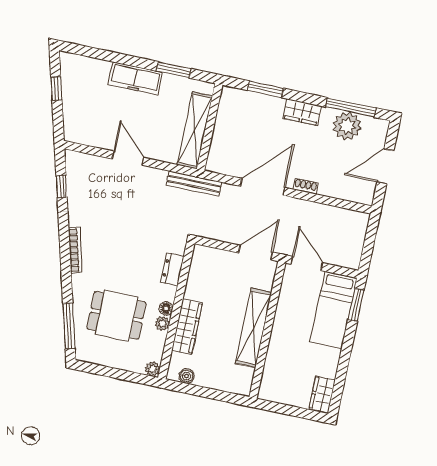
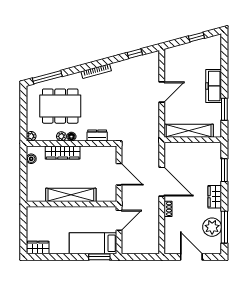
bench: (194, 184) -> (155, 137), removed
door: (255, 253) -> (119, 174), moved
dining table: (116, 316) -> (60, 106), width x1.37

